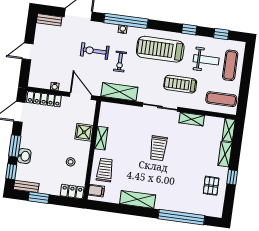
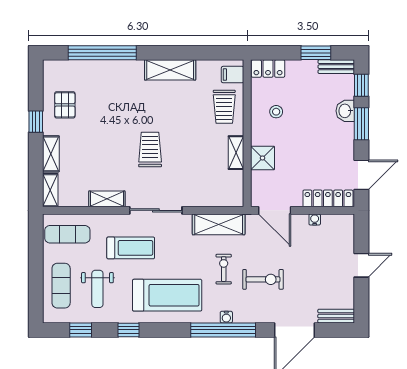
weight bench: (206, 60) -> (97, 289), turned -90

